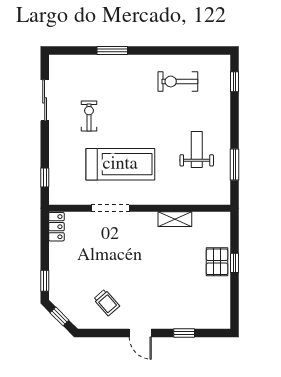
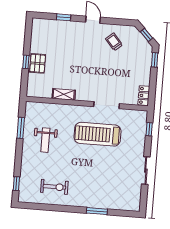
sliding door: (45, 100) -> (146, 171), moved
exercise bike: (89, 116) -> (116, 168), removed

